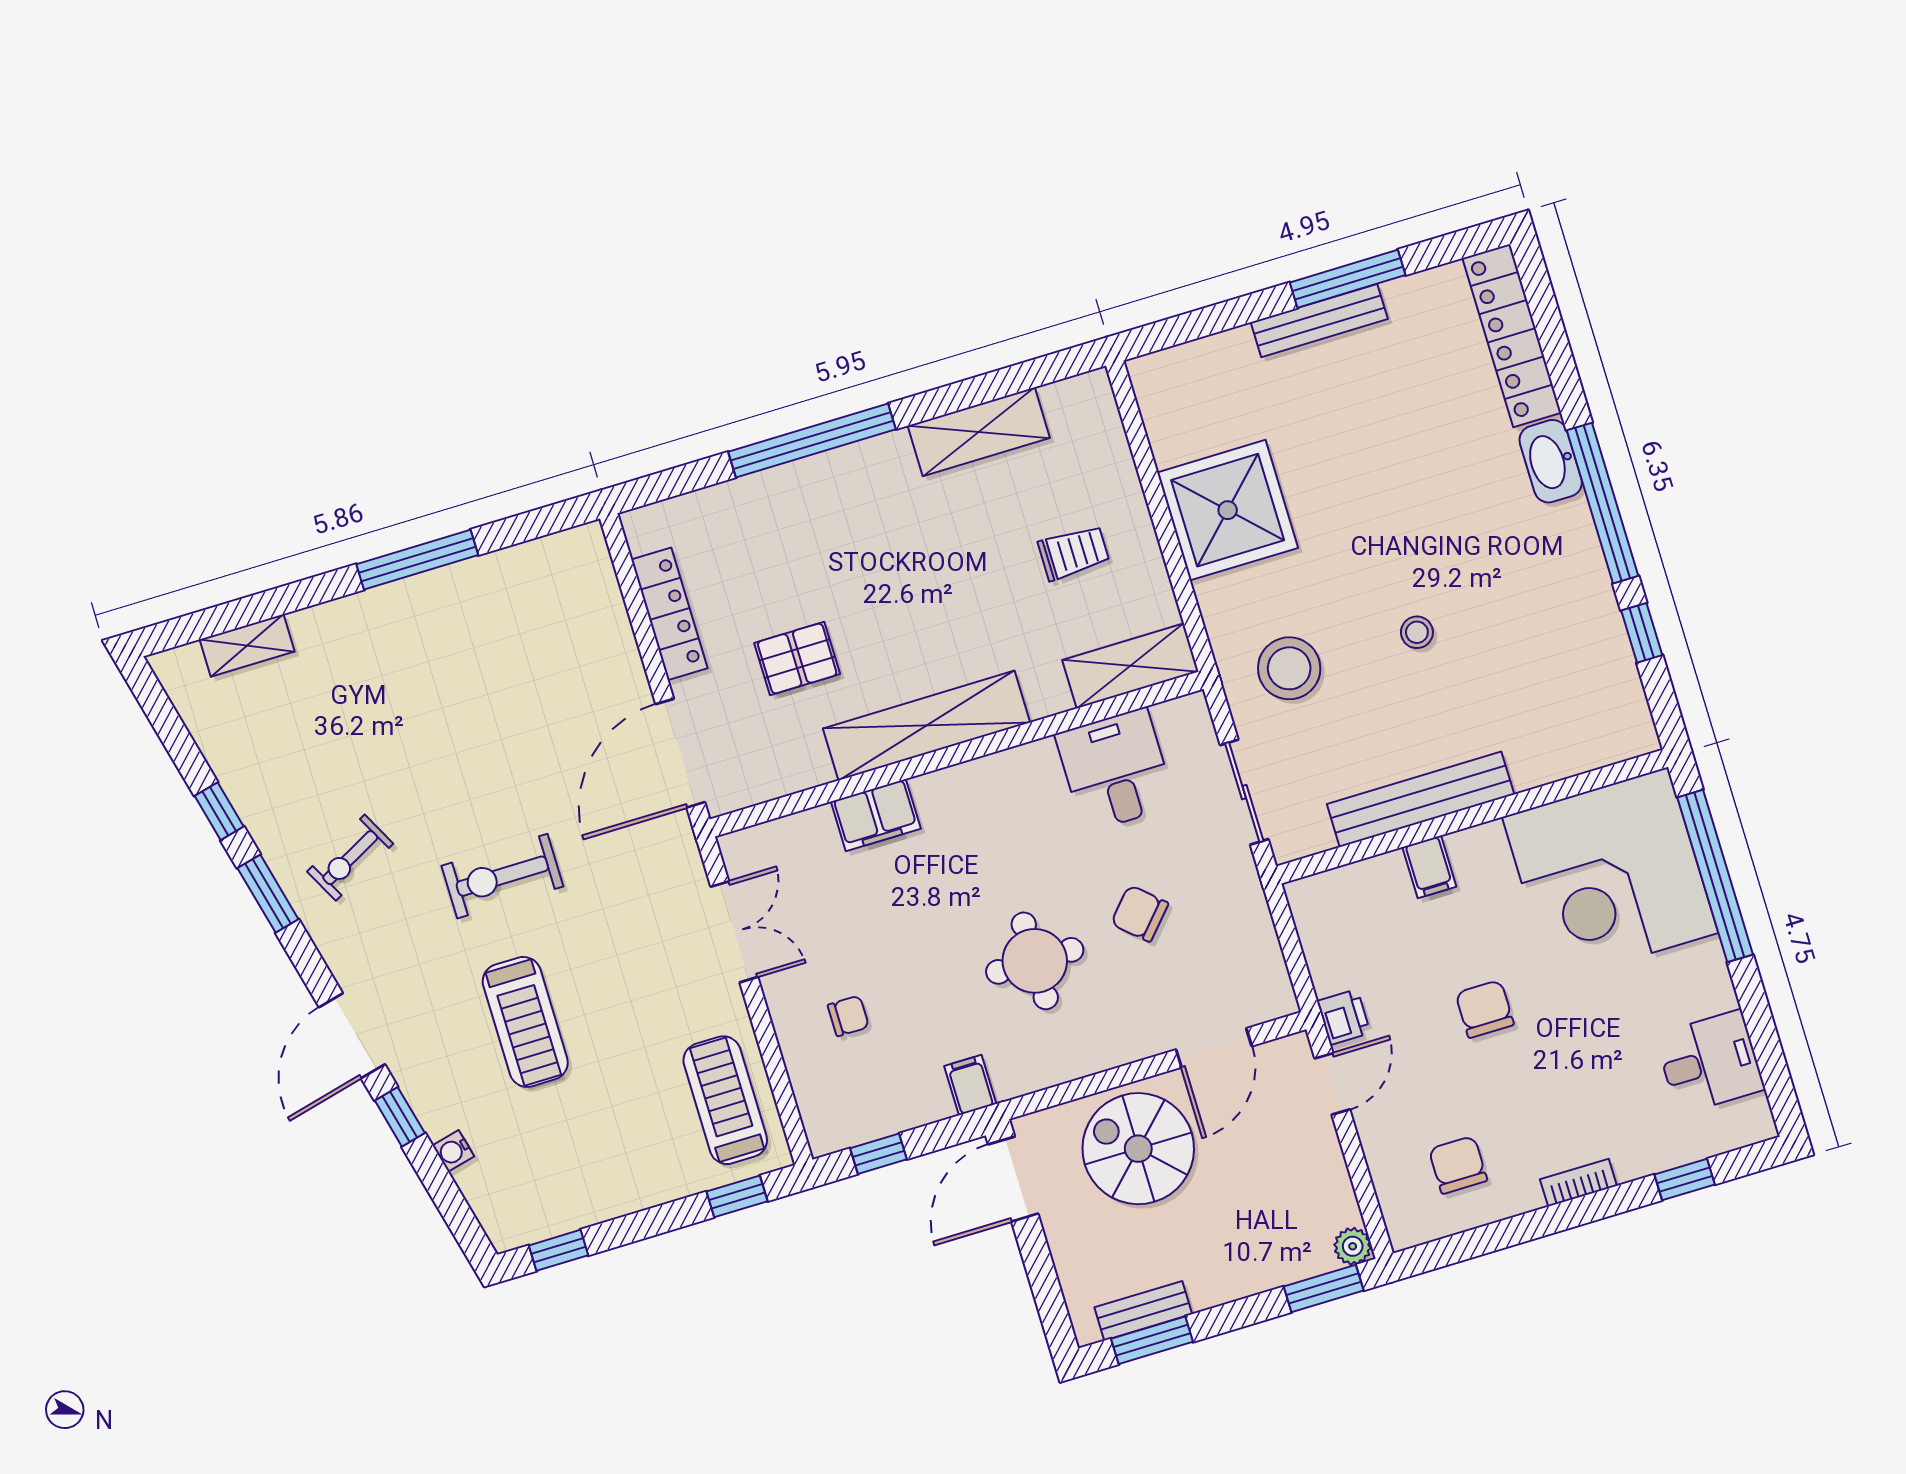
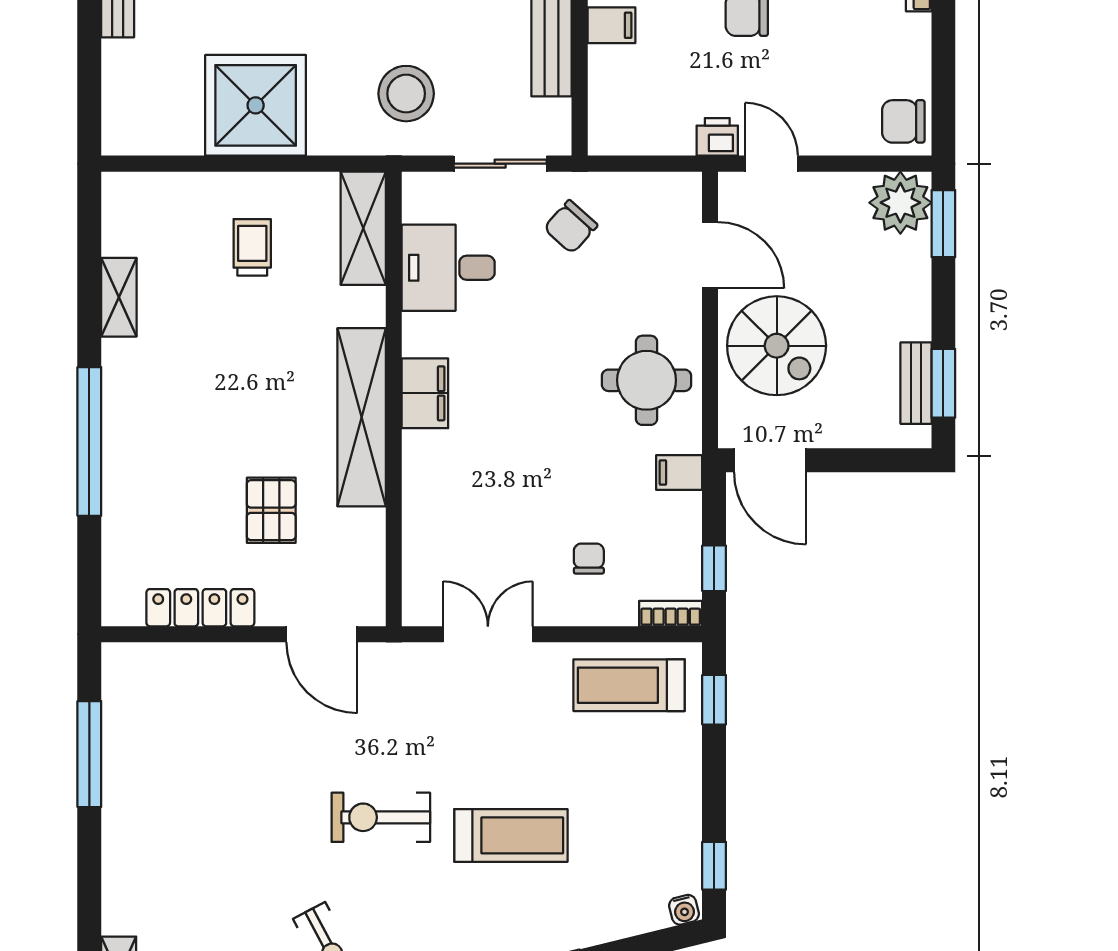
shelving: (979, 432) -> (119, 297), width x0.67, depth x0.75
window: (417, 560) -> (89, 754), moved
door: (680, 753) -> (322, 634), width x0.73
filing cabinet: (876, 815) -> (425, 393), moved
exercise bike: (502, 876) -> (381, 817), turned 90
chair: (1140, 913) -> (571, 227), moved
round table: (1035, 961) -> (647, 380), moved
bookcase: (816, 1122) -> (671, 614), added
spiral stairs: (1138, 1149) -> (777, 346), turned -90
water cooler: (453, 1151) -> (684, 910), moved
chair: (1458, 1165) -> (903, 121), moved
plant: (1353, 1246) -> (900, 203), width x1.88, depth x1.88

